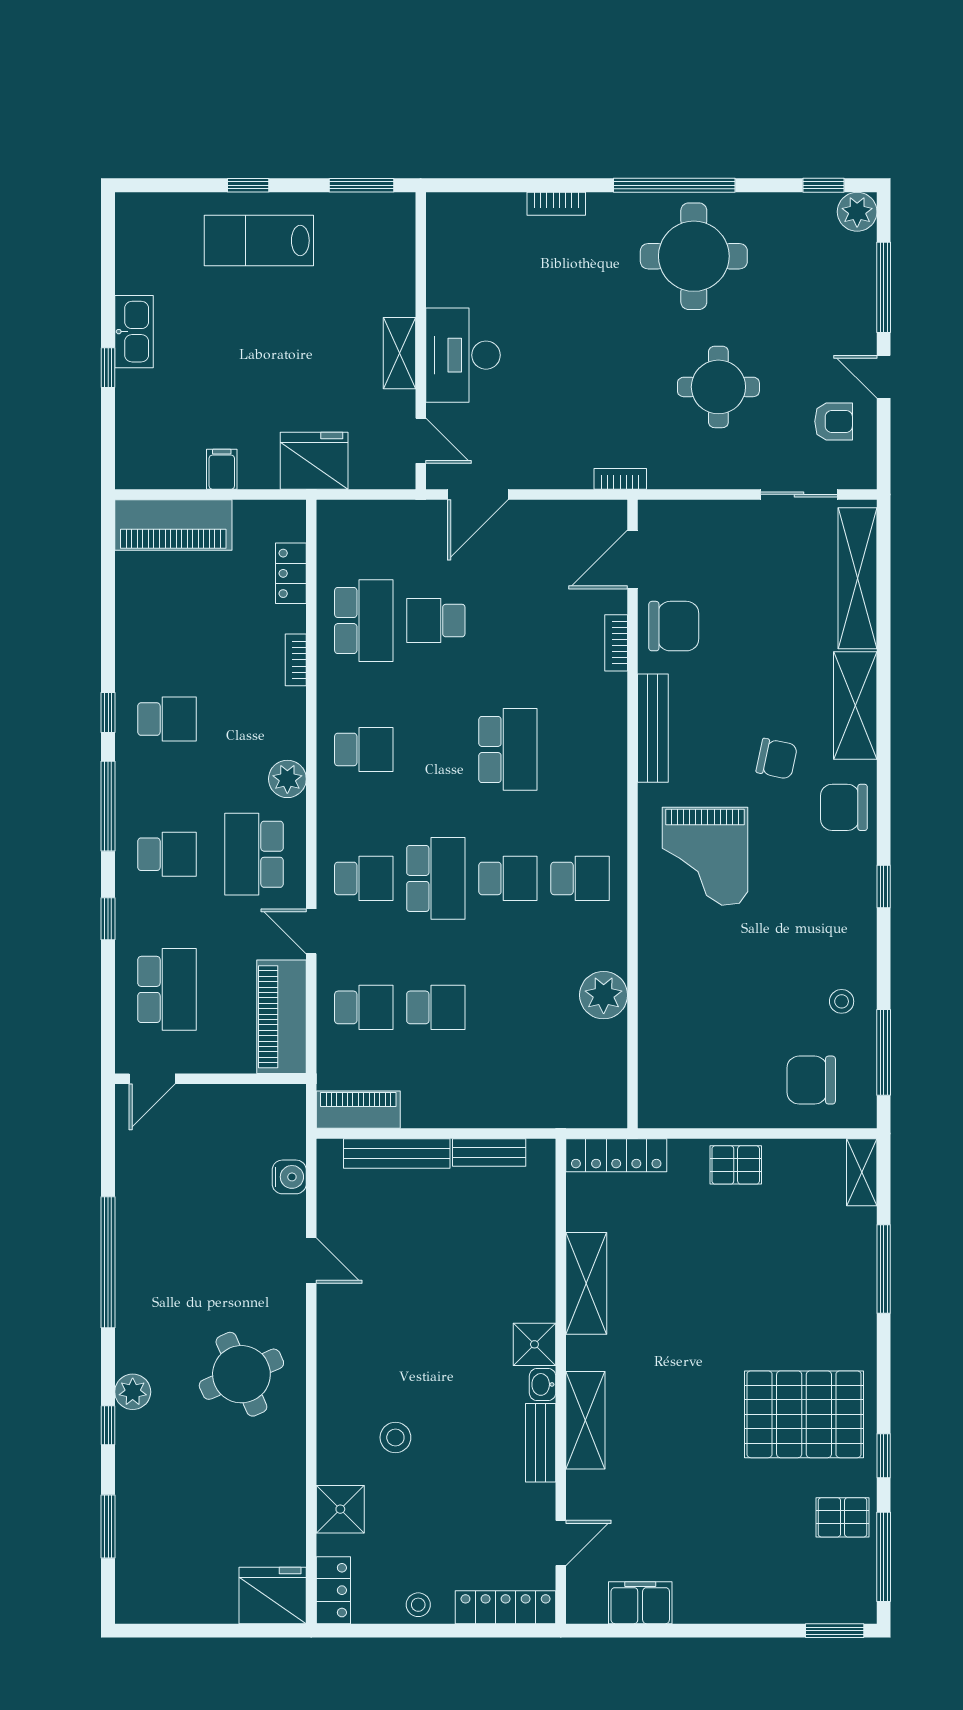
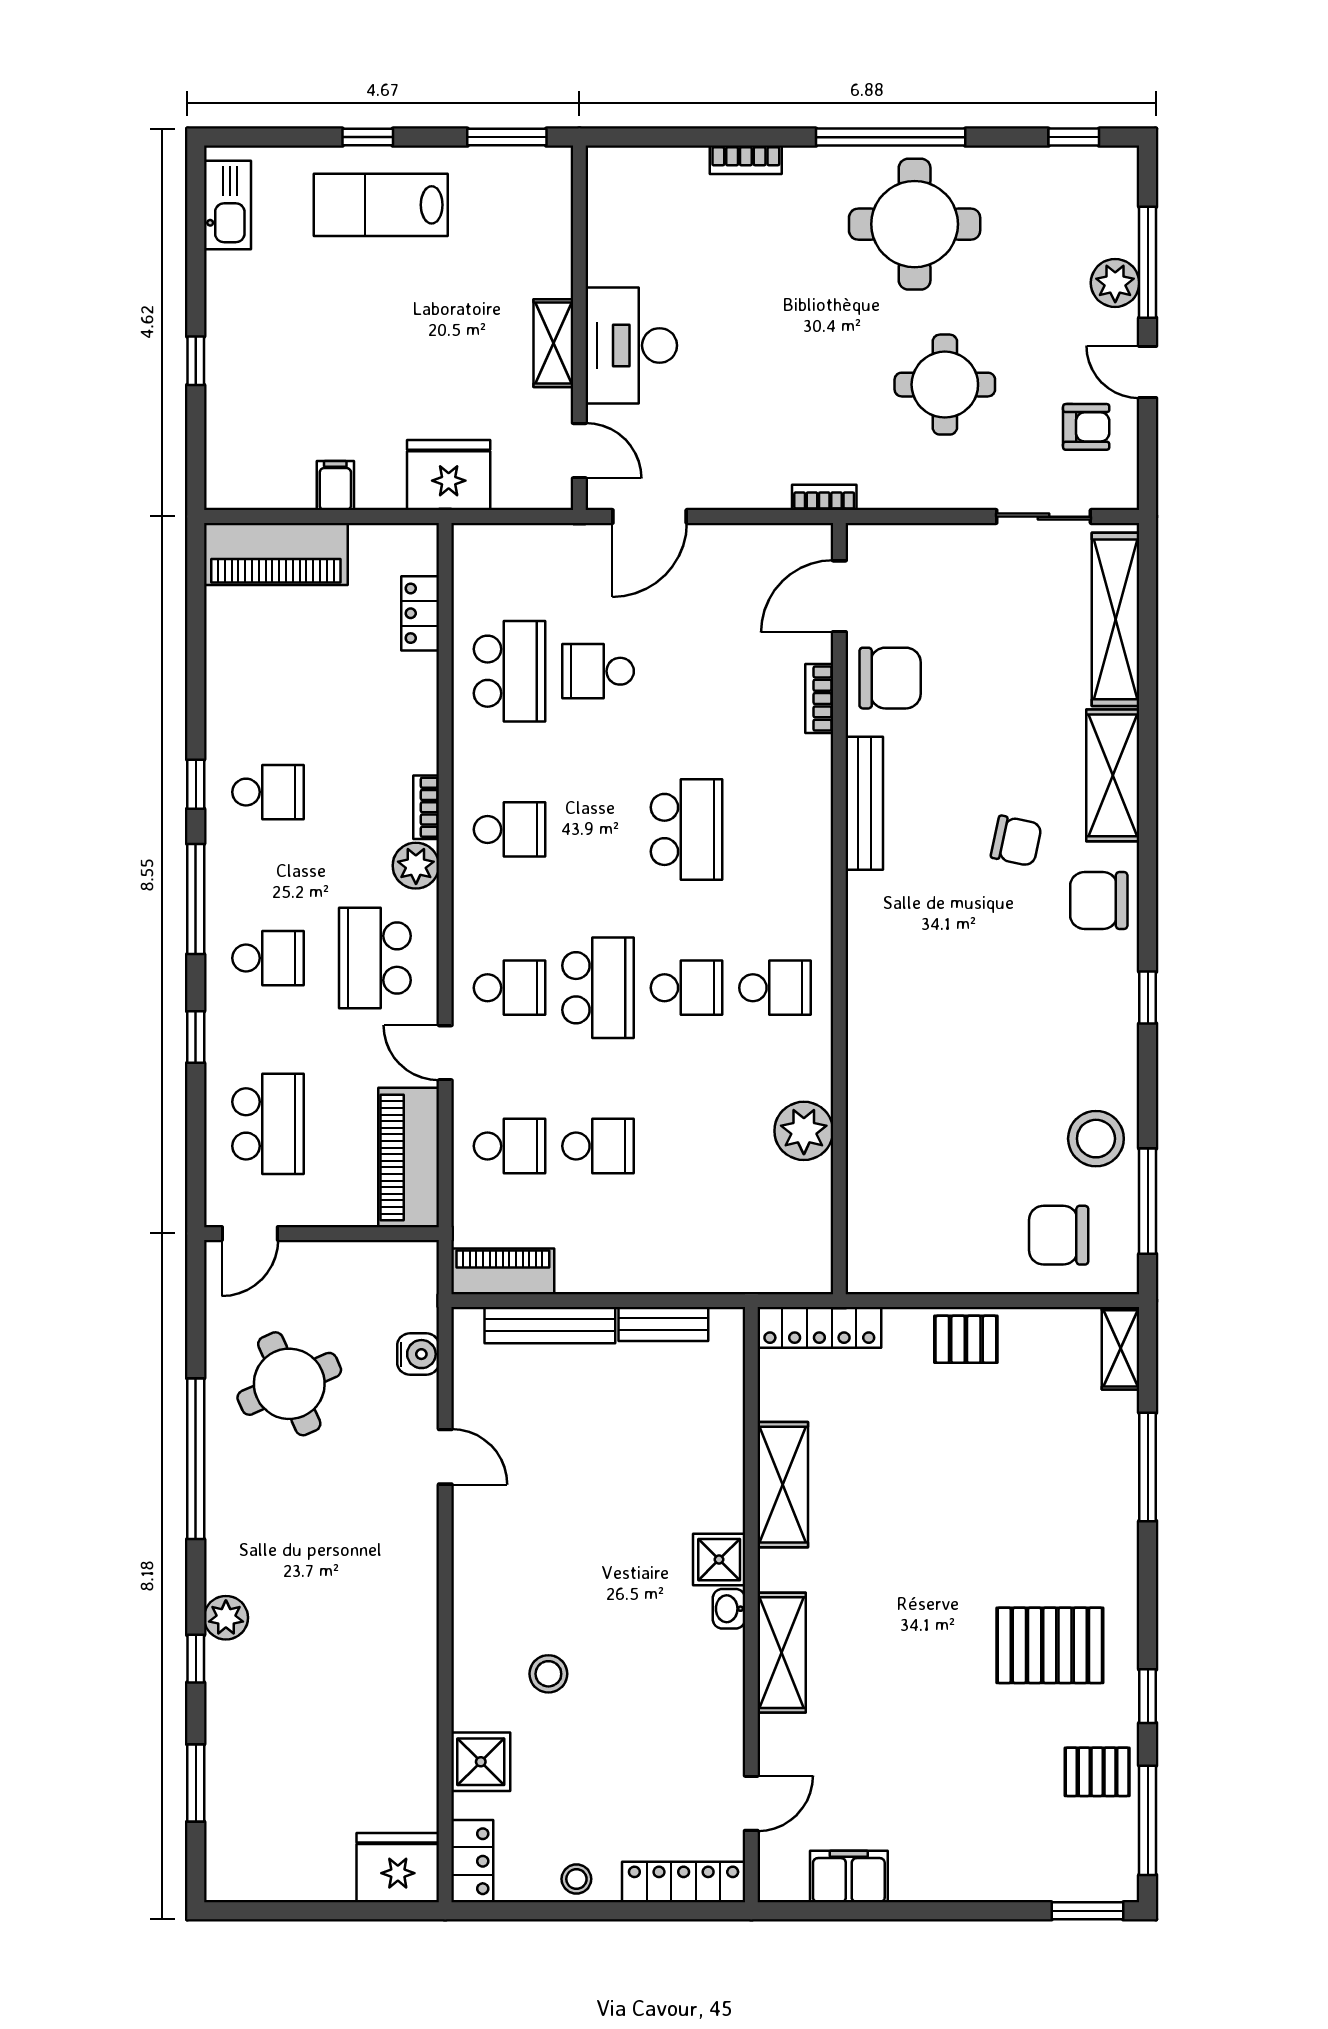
plant: (857, 212) -> (1115, 283), moved
kitchen sink: (134, 332) -> (228, 205), moved
bookcase: (296, 660) -> (426, 807), moved
grand piano: (705, 856) -> (928, 961), removed
stool: (842, 1001) -> (1096, 1139), width x1.89, depth x1.89
round table: (241, 1374) -> (289, 1384), moved
pallet: (804, 1414) -> (1050, 1645), width x0.73, depth x0.71
bench: (541, 1443) -> (727, 1680), removed

